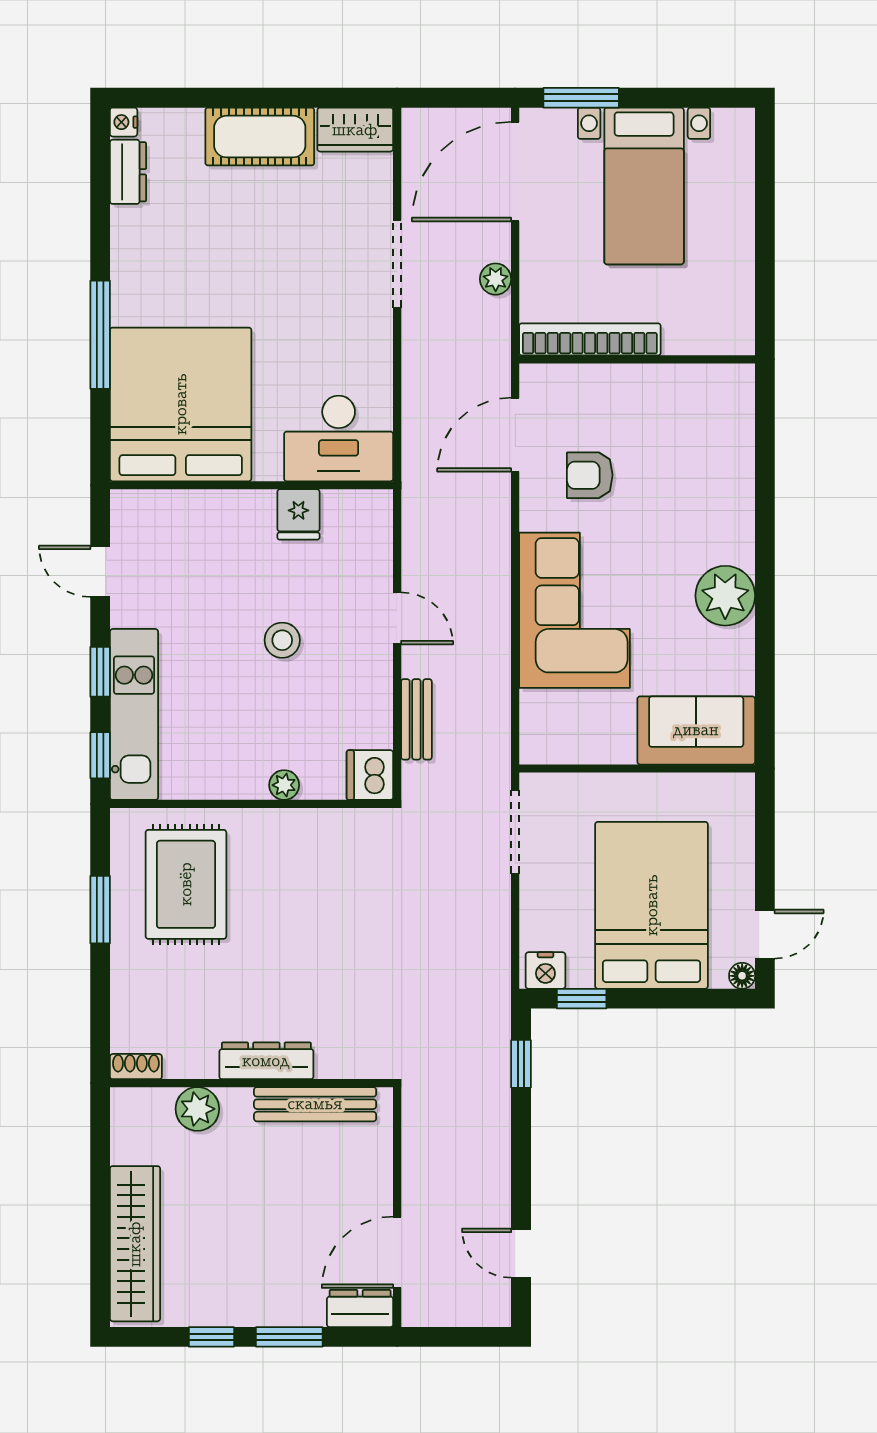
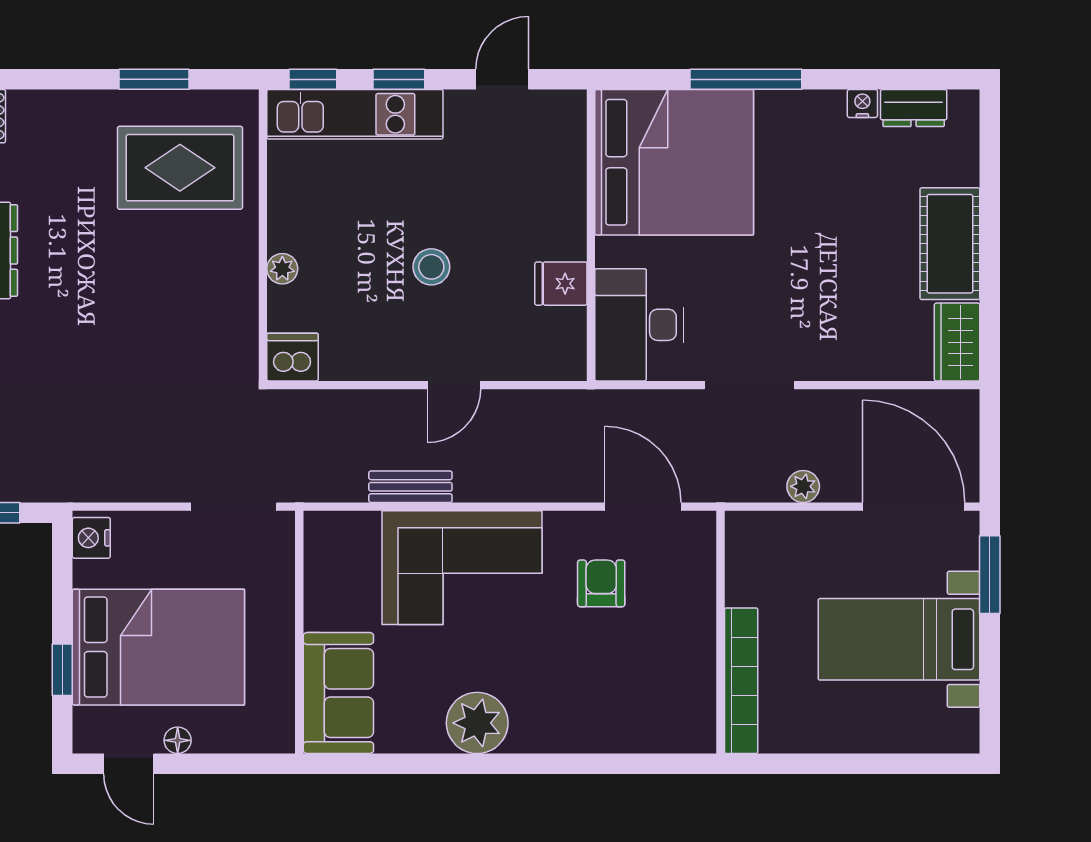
nightstand: (124, 122) -> (862, 104), moved
doorway: (397, 264) -> (750, 385), moved
bookcase: (590, 339) -> (741, 681), moved
bench: (416, 719) -> (410, 487), moved
floor lamp: (742, 976) -> (178, 740), moved
window: (582, 999) -> (62, 670), moved

